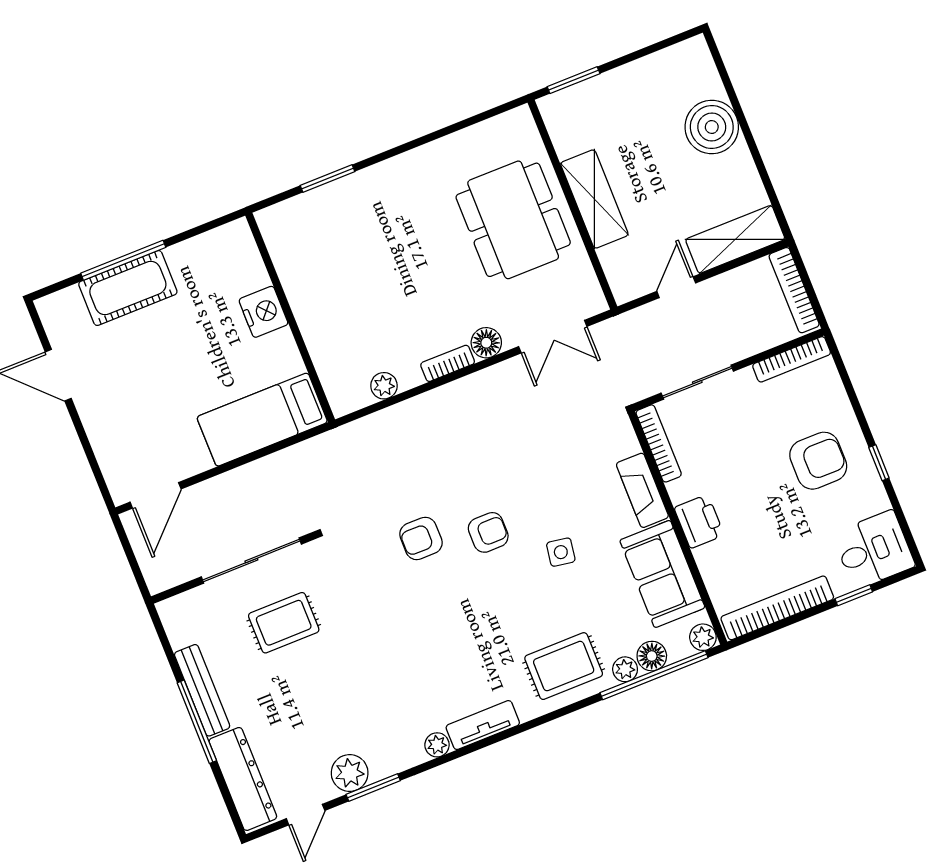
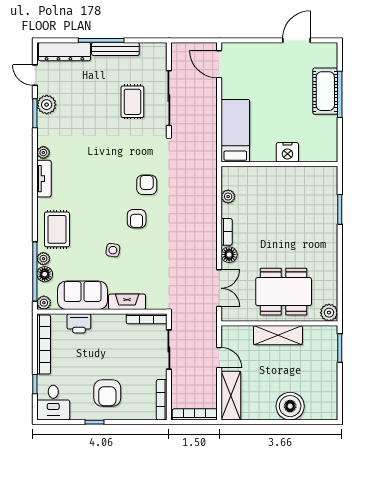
plant: (518, 124) -> (329, 313), added
double door: (553, 337) -> (219, 288), swing flipped
printer: (699, 521) -> (79, 323), moved

